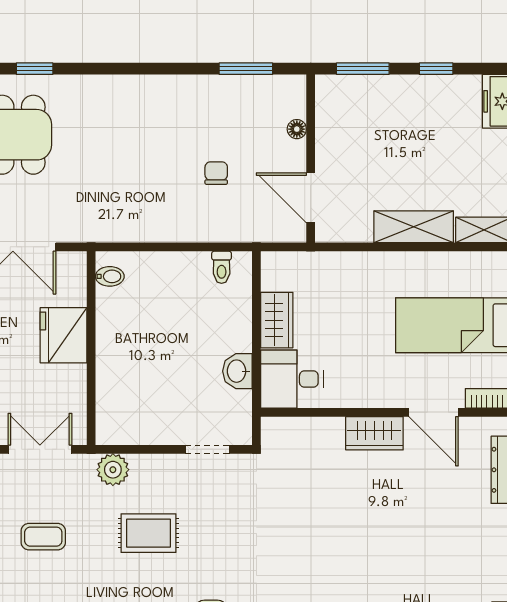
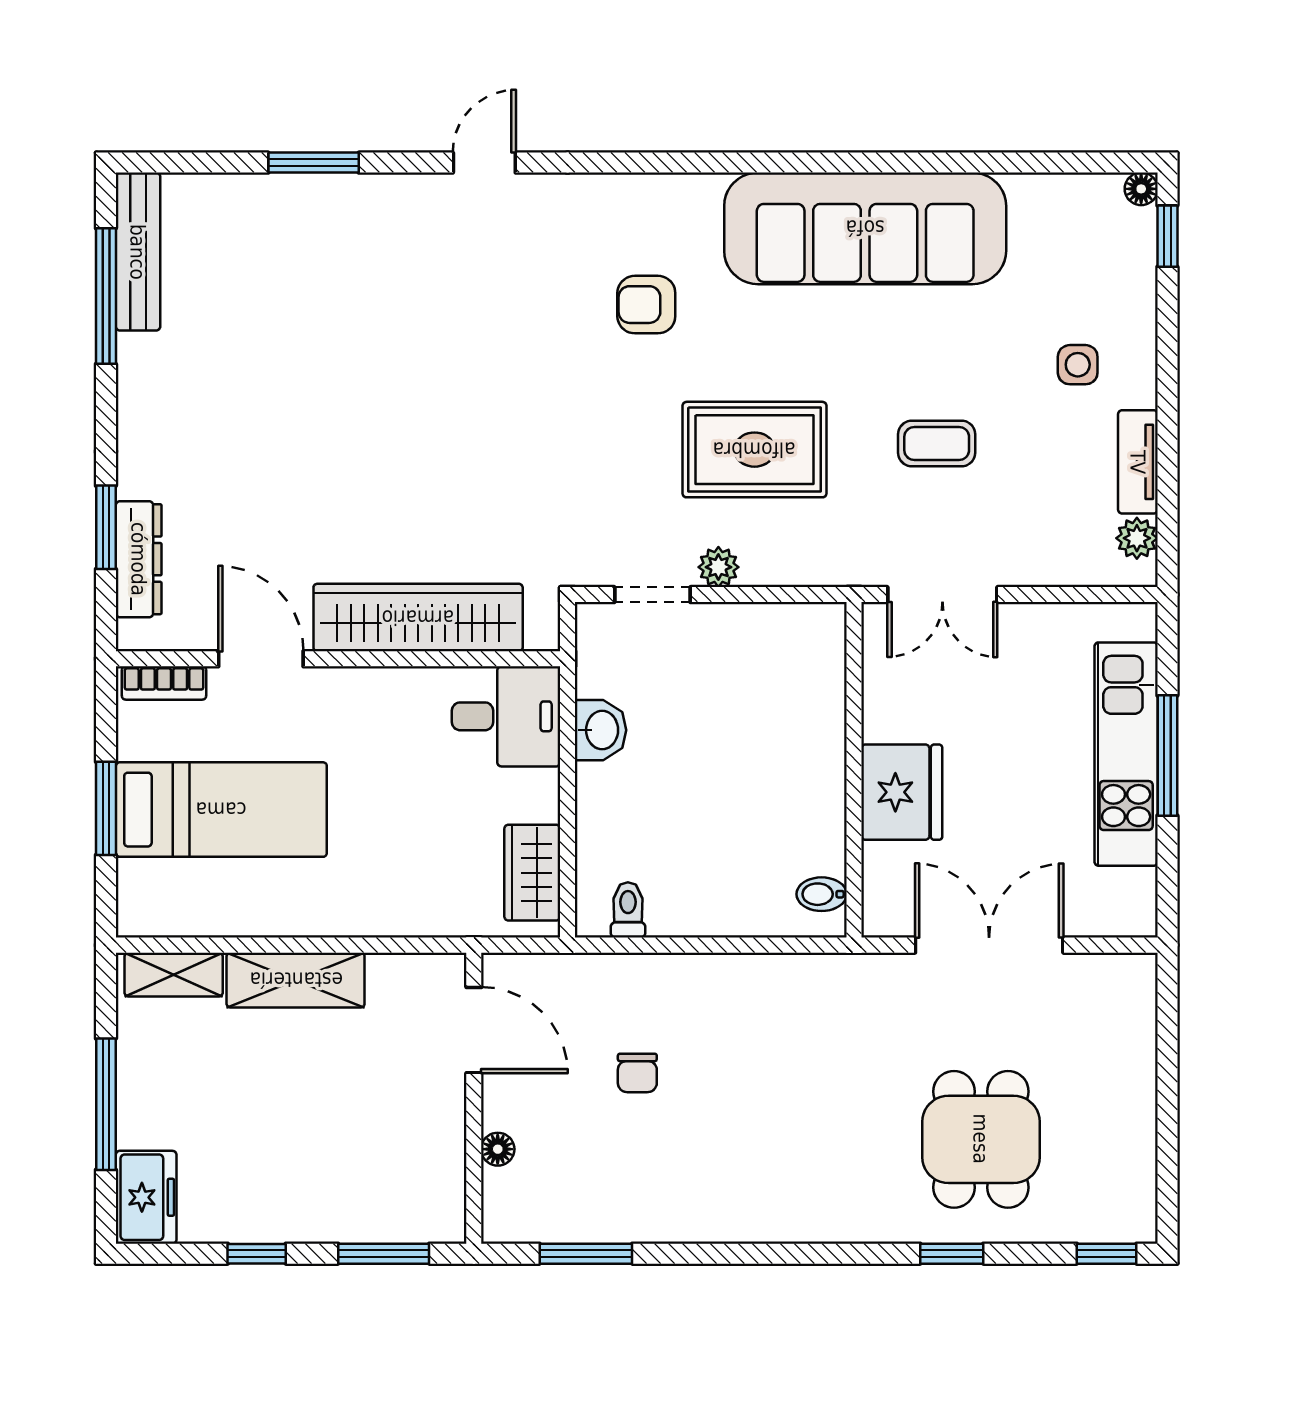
wardrobe: (277, 320) -> (532, 873), moved
wardrobe: (374, 433) -> (418, 618), width x2.10, depth x1.17
plant: (113, 470) -> (718, 567), moved, width x0.73, depth x0.73
rug: (149, 533) -> (754, 450), width x1.36, depth x1.43

